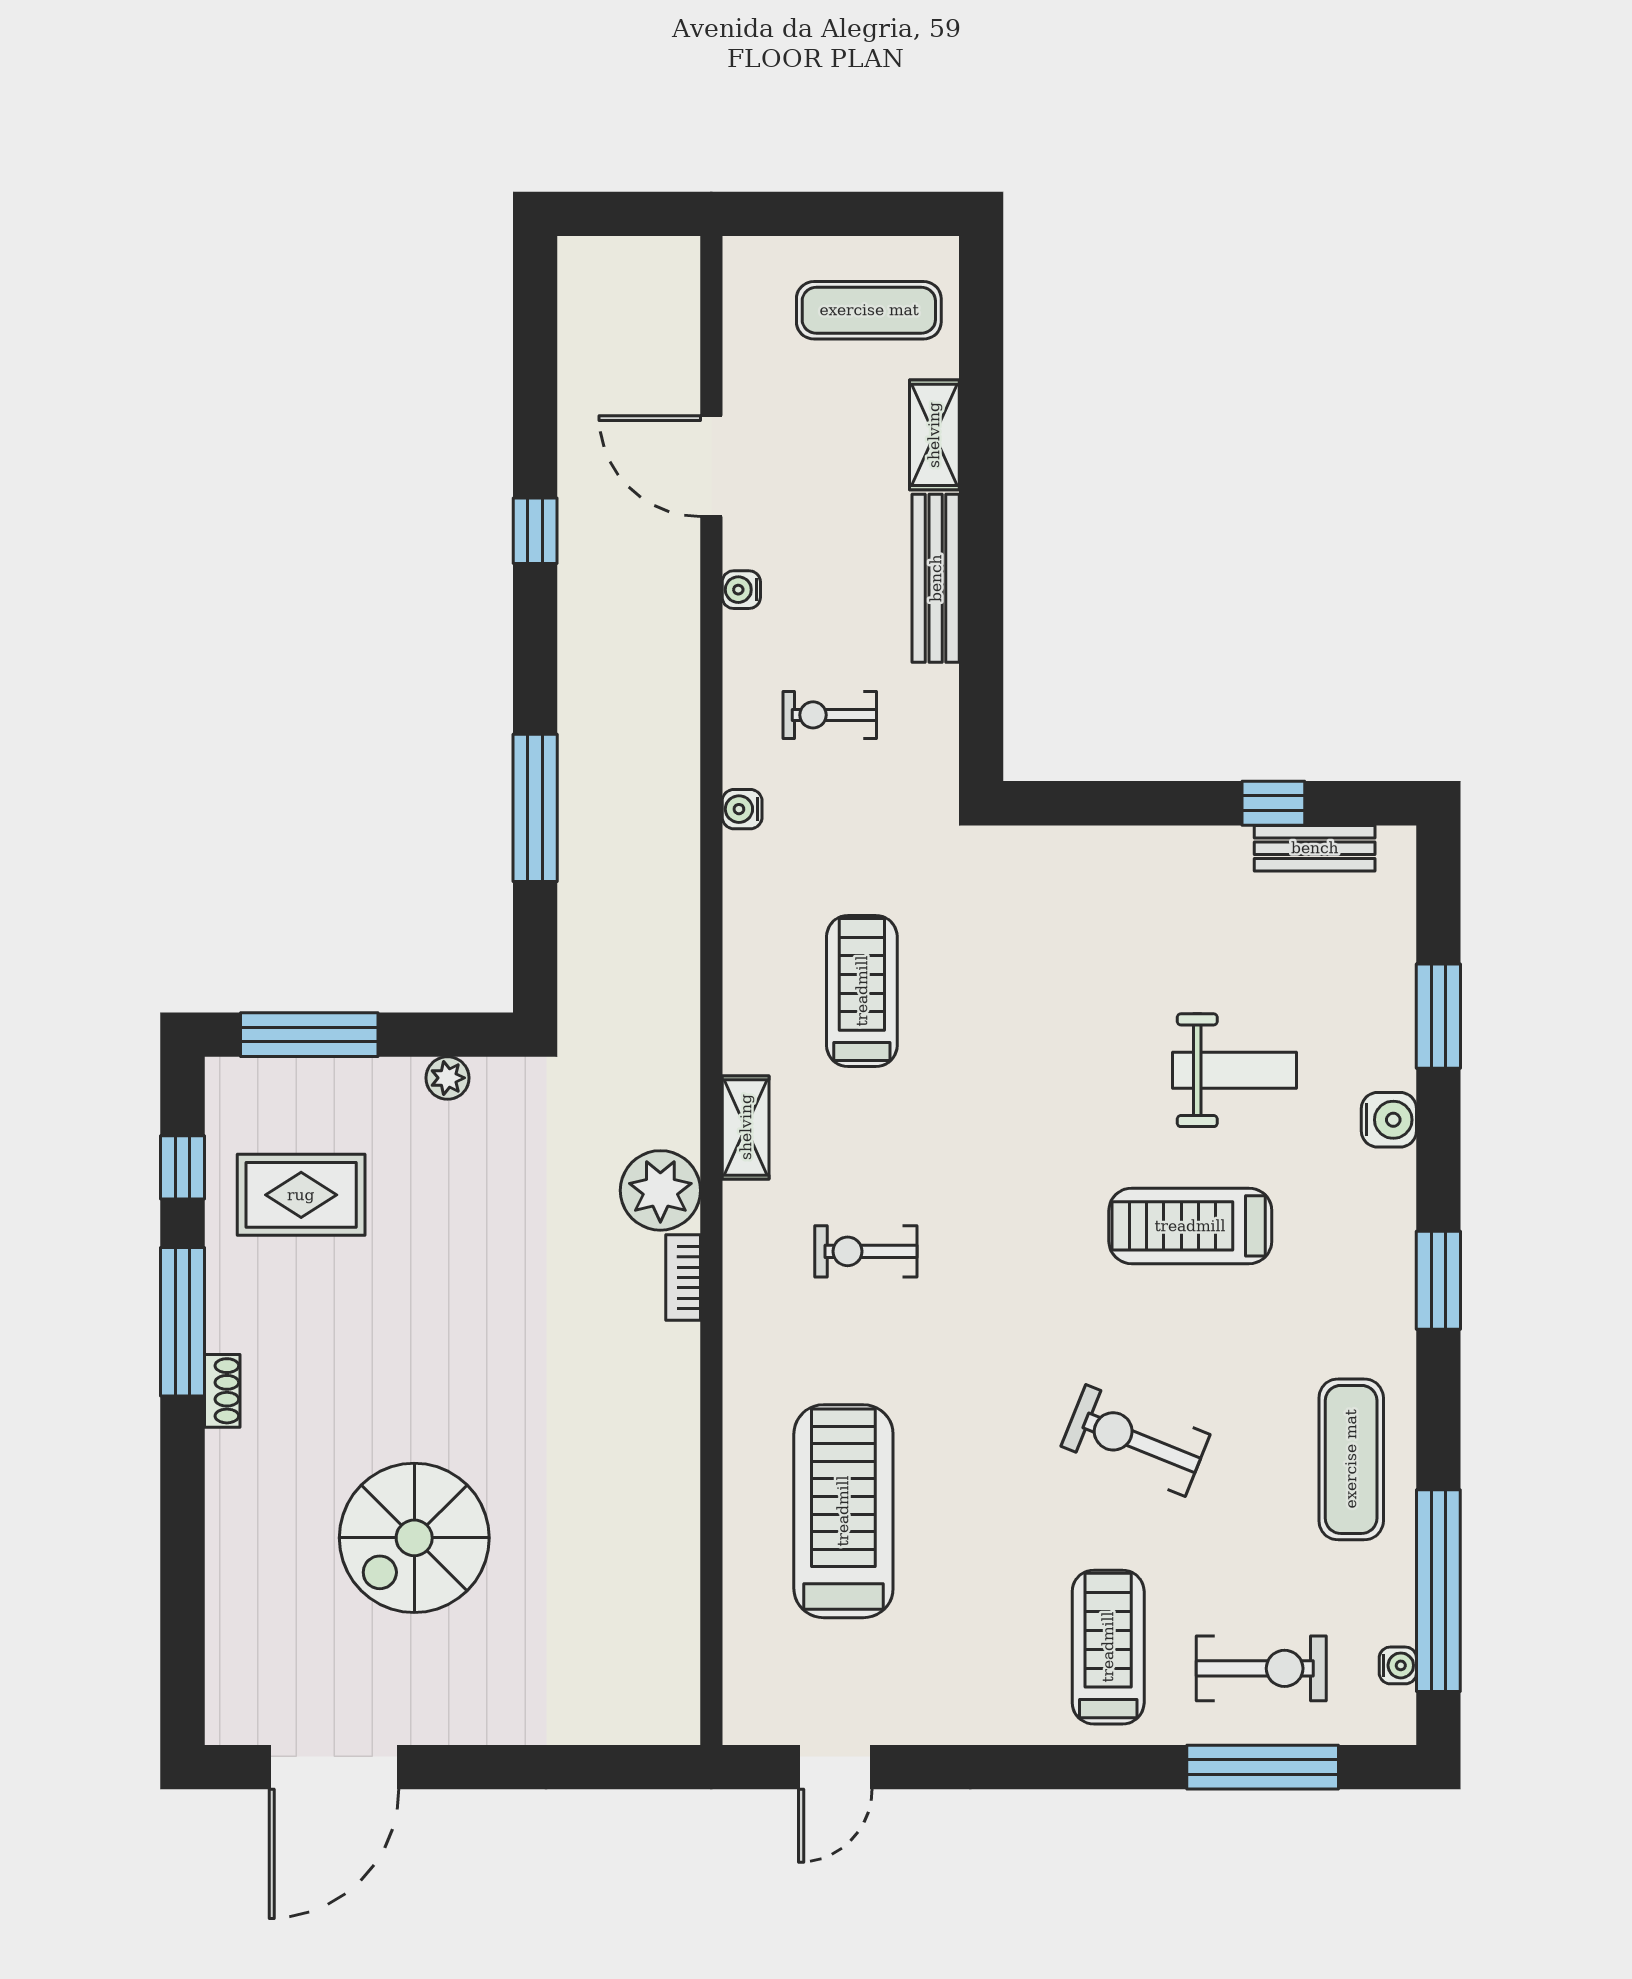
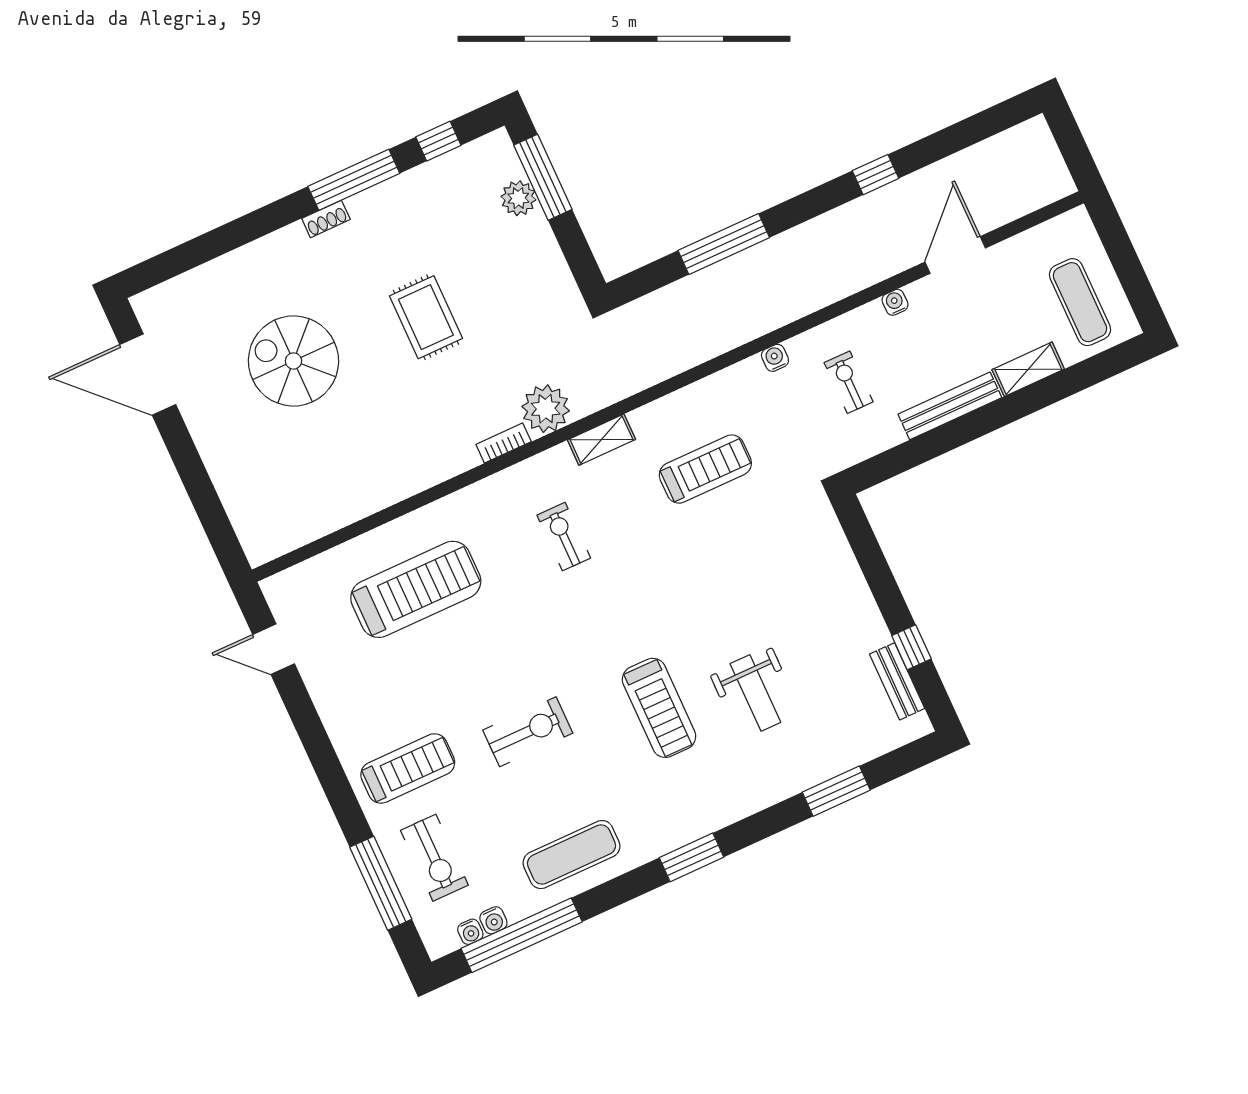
plant: (447, 1078) -> (518, 198), moved, width x1.38, depth x1.38
water cooler: (1389, 1120) -> (493, 920), moved, width x0.72, depth x0.72
rug: (301, 1195) -> (426, 317), moved
treadmill: (1190, 1226) -> (659, 708), turned 180
exercise bike: (1136, 1440) -> (528, 732), turned 68

